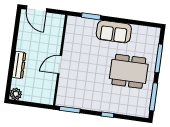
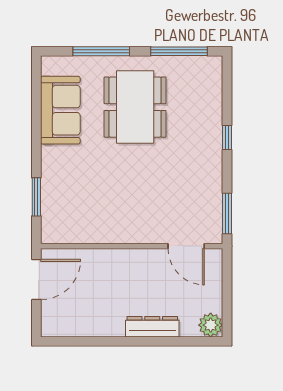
door: (37, 9) -> (36, 279), moved
sofa: (114, 32) -> (60, 110), moved
door: (60, 65) -> (186, 246), moved

